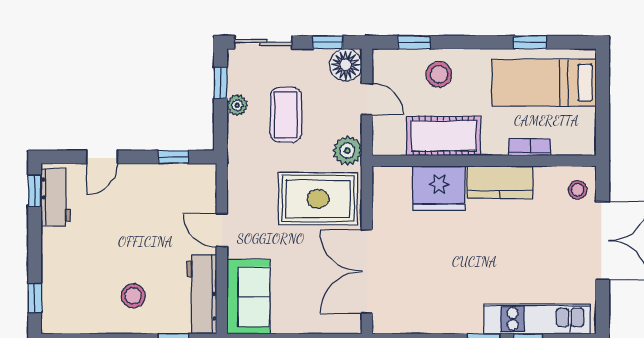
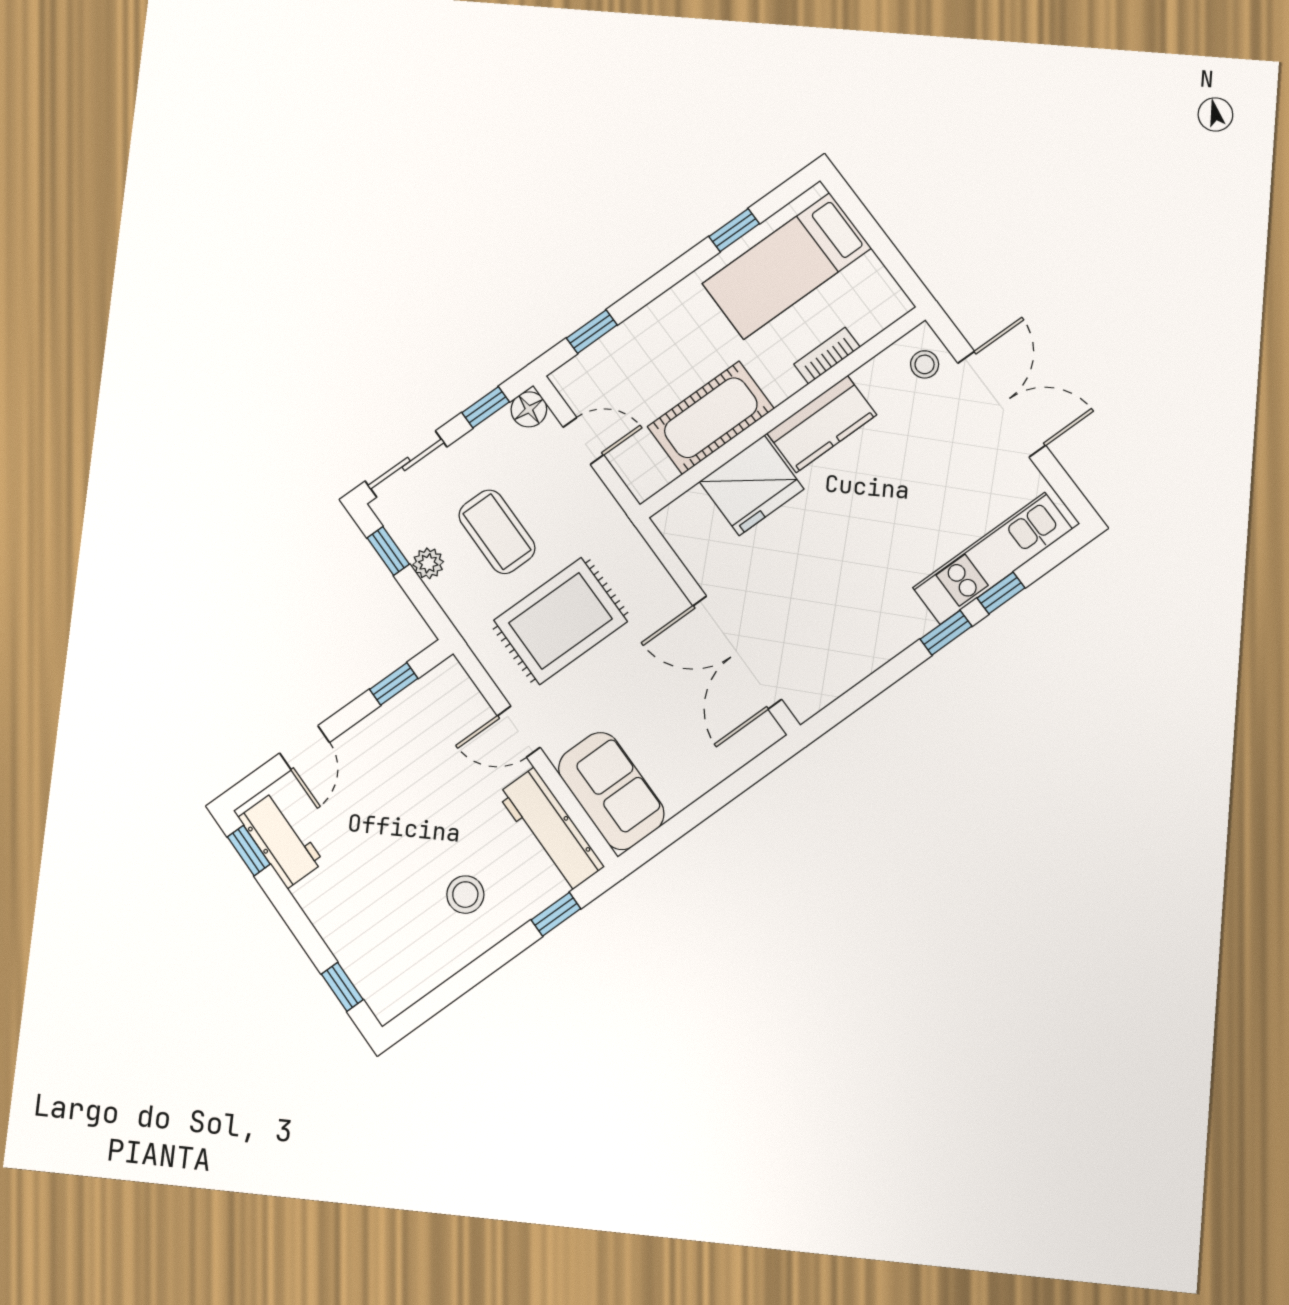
floor lamp: (346, 65) -> (529, 409), width x0.73, depth x0.73
stool: (439, 74) -> (650, 348), removed
plant: (347, 151) -> (605, 521), removed
rug: (318, 199) -> (560, 621), moved

